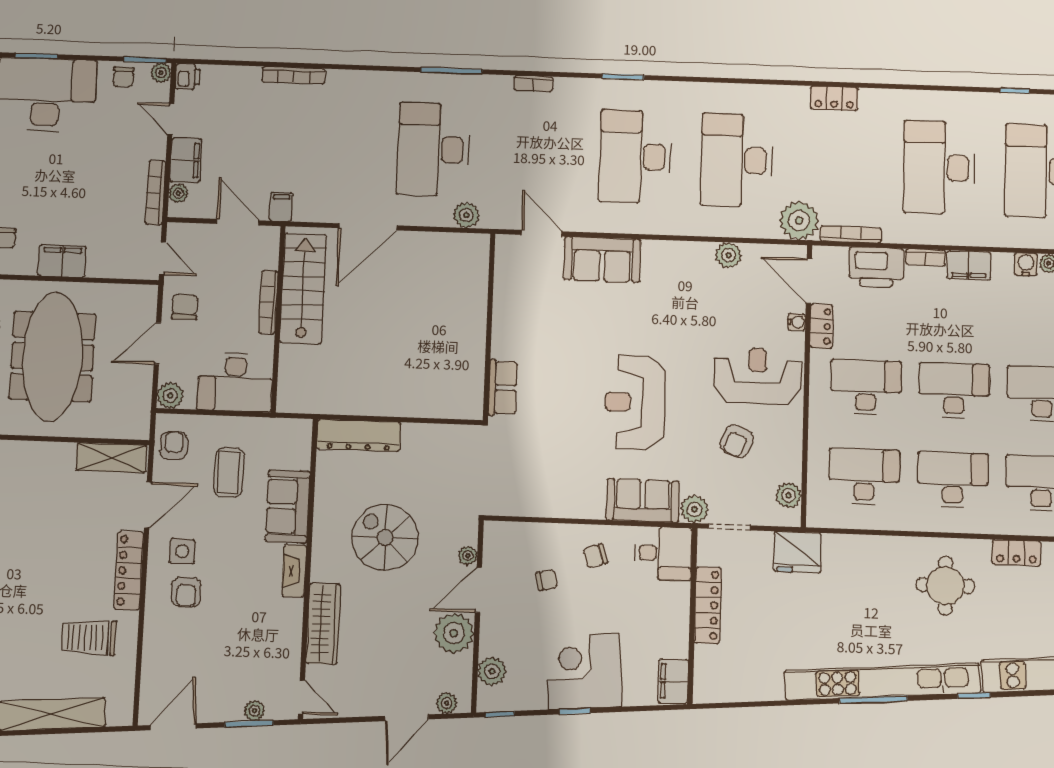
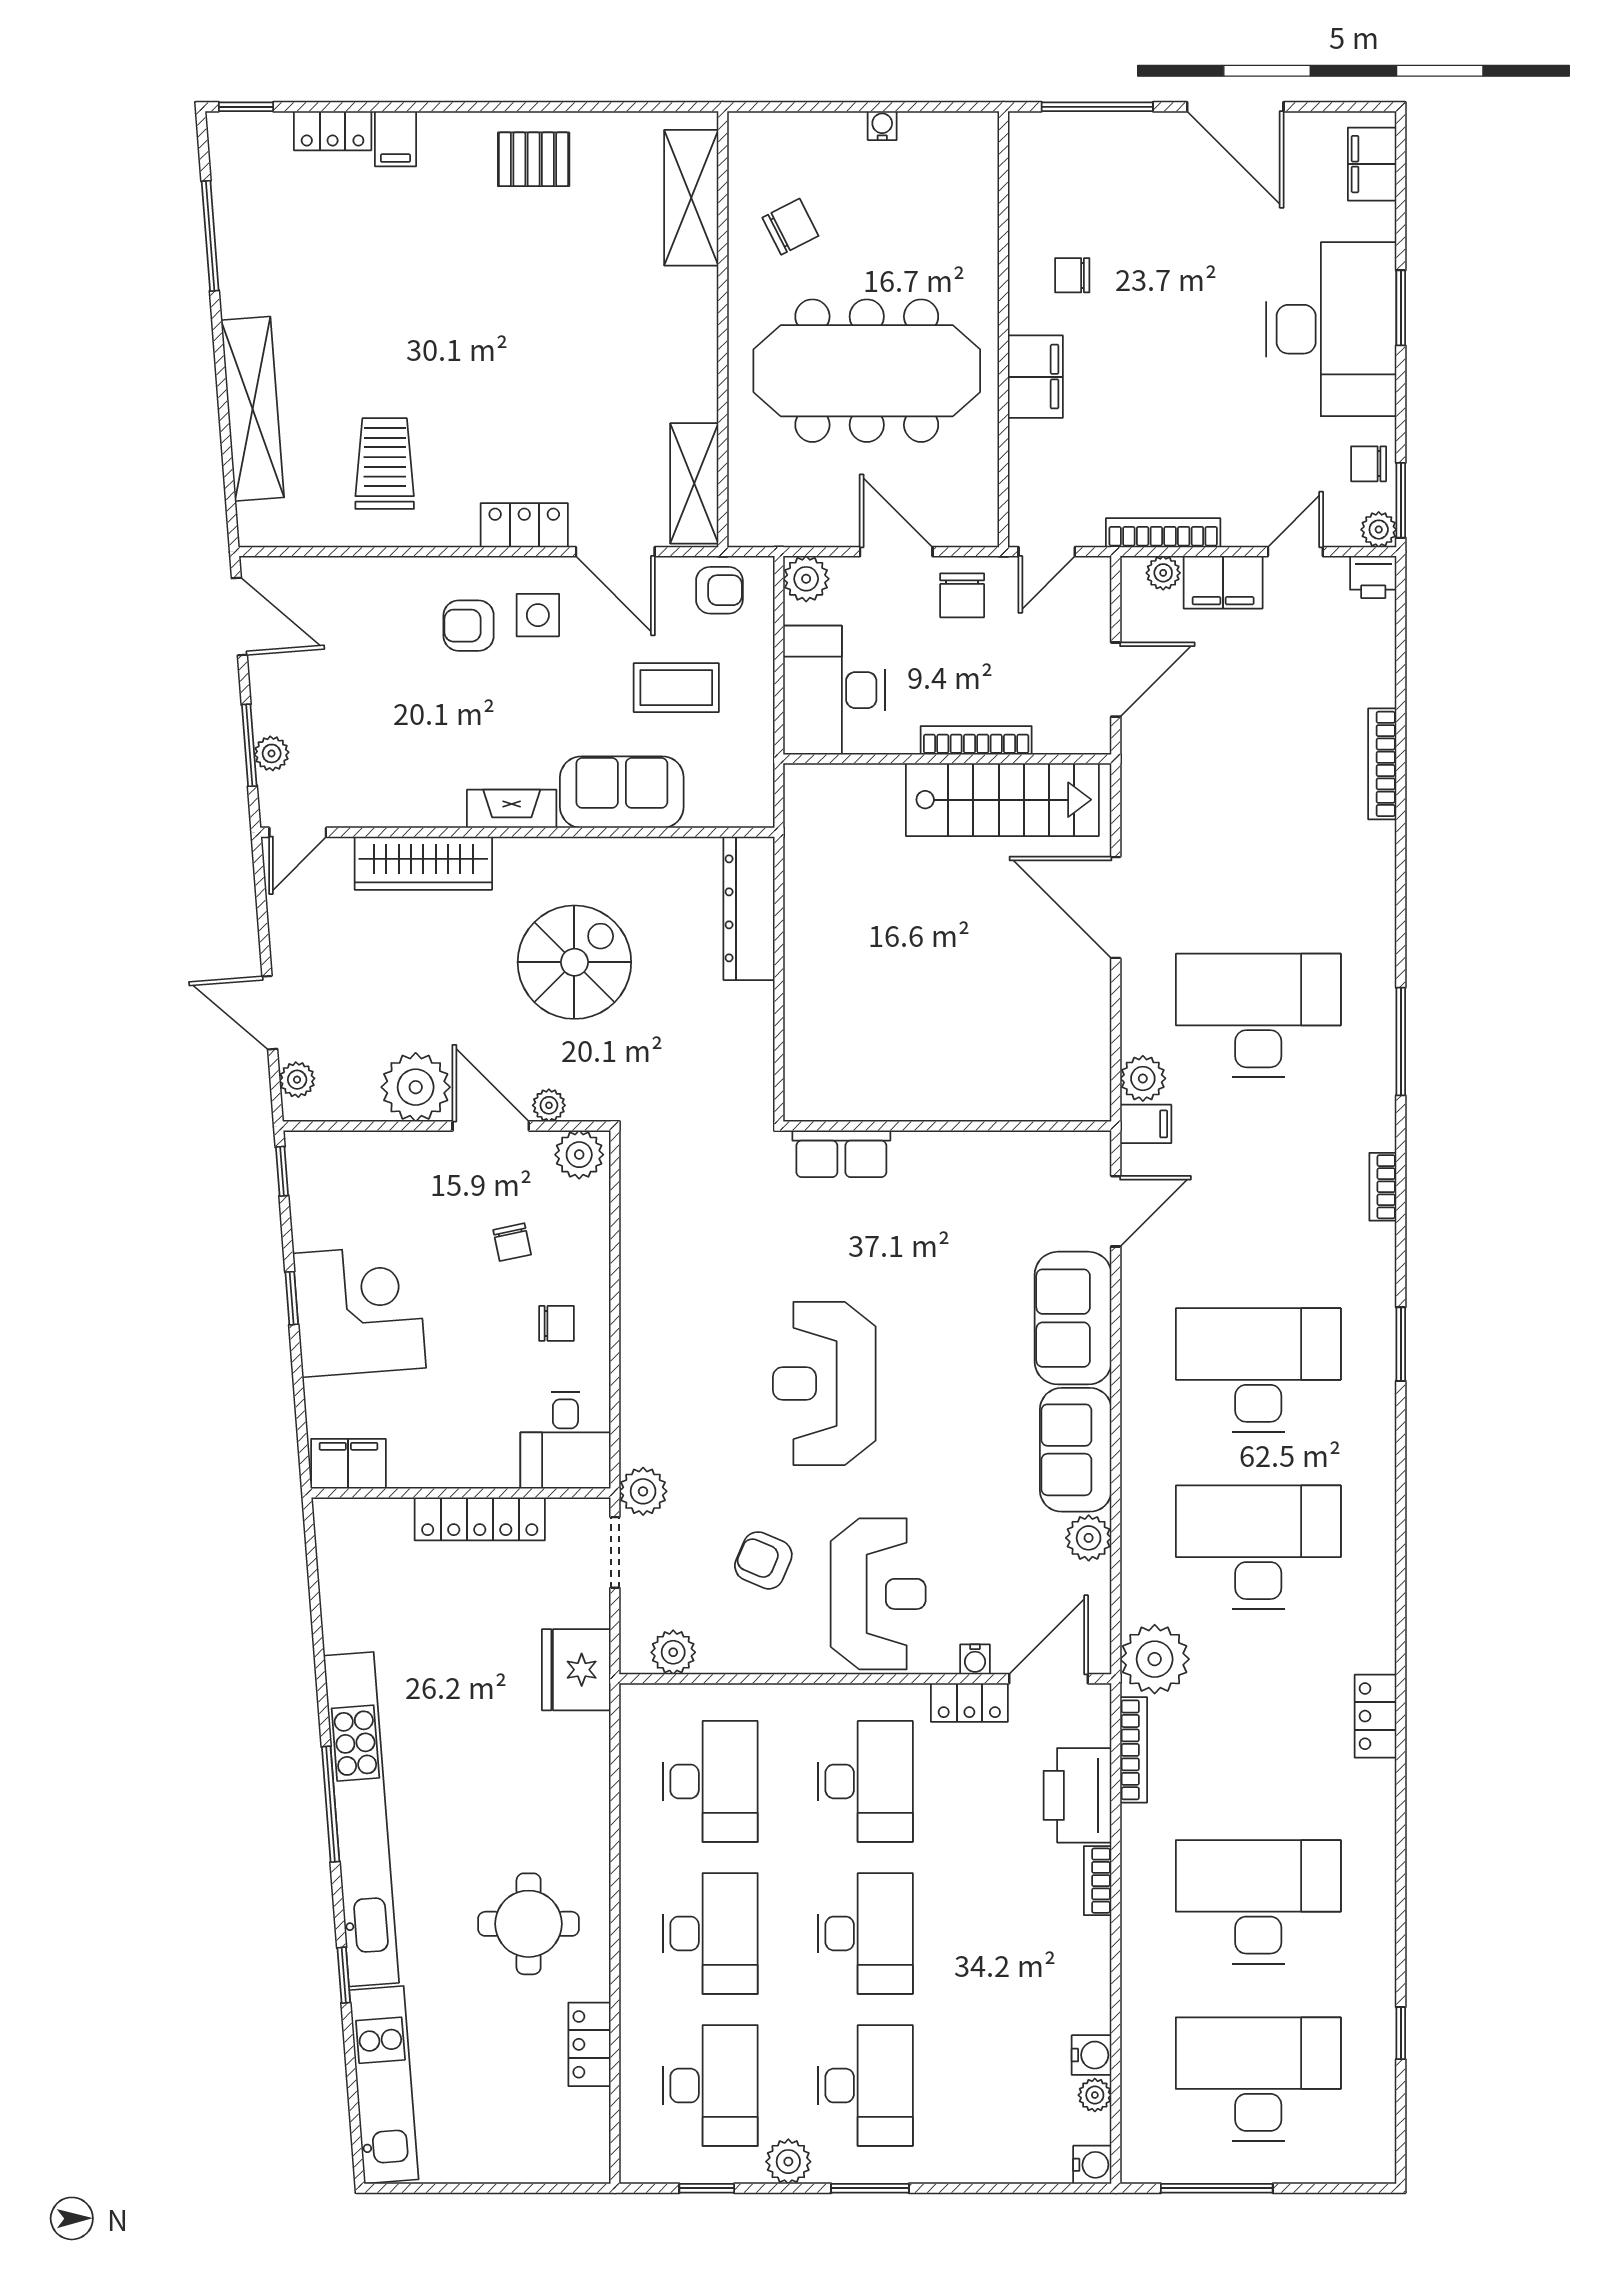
filing cabinet: (281, 207) -> (1146, 1124), moved
filing cabinet: (969, 265) -> (1086, 1956), removed
chair: (185, 307) -> (962, 595), turned 90
reception desk: (635, 402) -> (824, 1383), turned -90
sofa: (643, 500) -> (1076, 1450), moved, turned 180
chair: (595, 556) -> (557, 1323), turned 109
locker: (129, 571) -> (524, 525), width x0.66
plant: (492, 671) -> (579, 1155), moved

